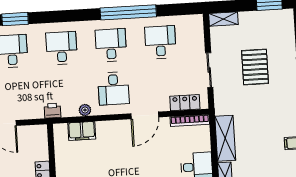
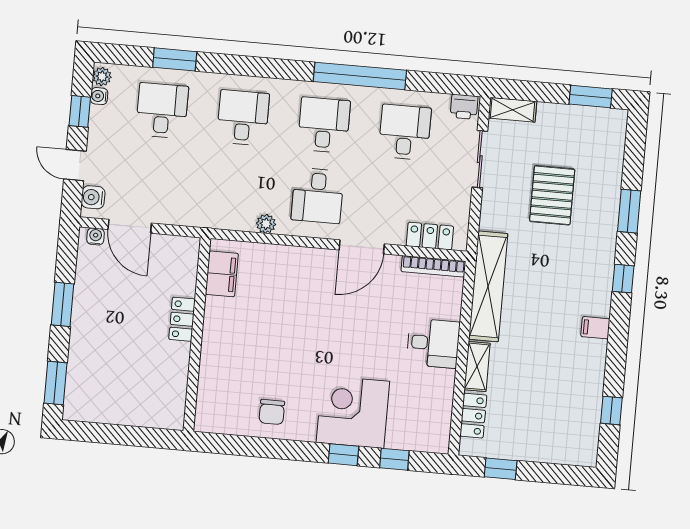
sliding door: (209, 70) -> (480, 159), moved
printer: (52, 111) -> (464, 107), moved, turned 180
filing cabinet: (82, 131) -> (222, 274), moved, turned -90
shelving: (225, 138) -> (488, 286), width x1.47

